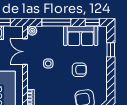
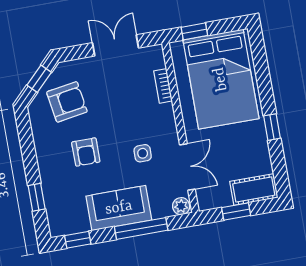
sofa: (81, 36) -> (119, 208), moved
armchair: (79, 70) -> (86, 152), turned -90

